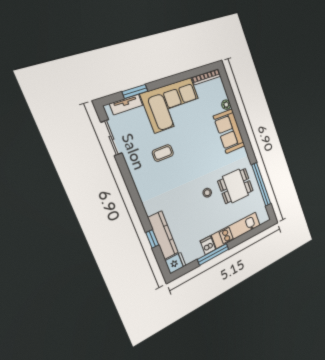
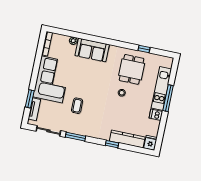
window: (126, 175) -> (75, 137), added
window: (261, 184) -> (144, 49), width x0.32
window: (152, 239) -> (112, 144), moved
window: (213, 254) -> (168, 98), moved

